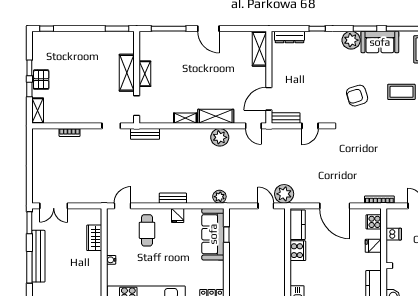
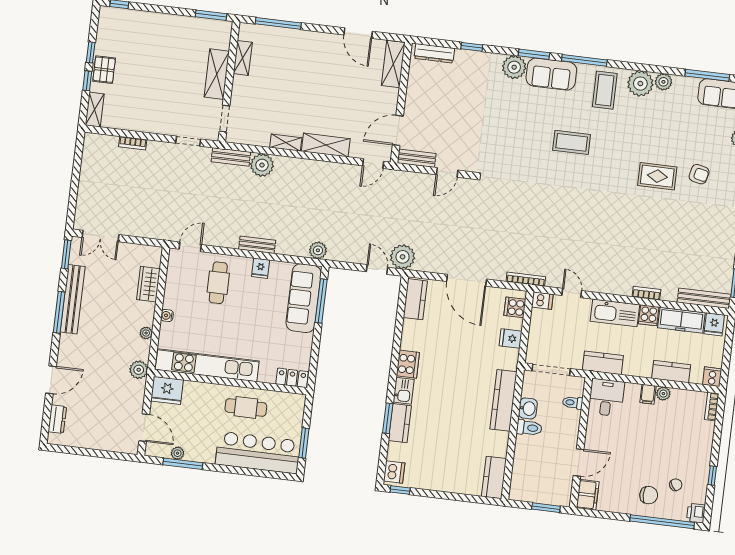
door: (208, 29) -> (358, 33), moved
shelving: (145, 74) -> (243, 58), moved
armchair: (357, 96) -> (513, 140), removed
door: (253, 126) -> (373, 163), hinge flipped
plant: (220, 137) -> (262, 165), moved
dishwasher: (394, 234) -> (542, 301), moved
window: (226, 235) -> (321, 301), width x2.17
cooker: (298, 251) -> (408, 364), moved
plant: (97, 275) -> (146, 333), added

